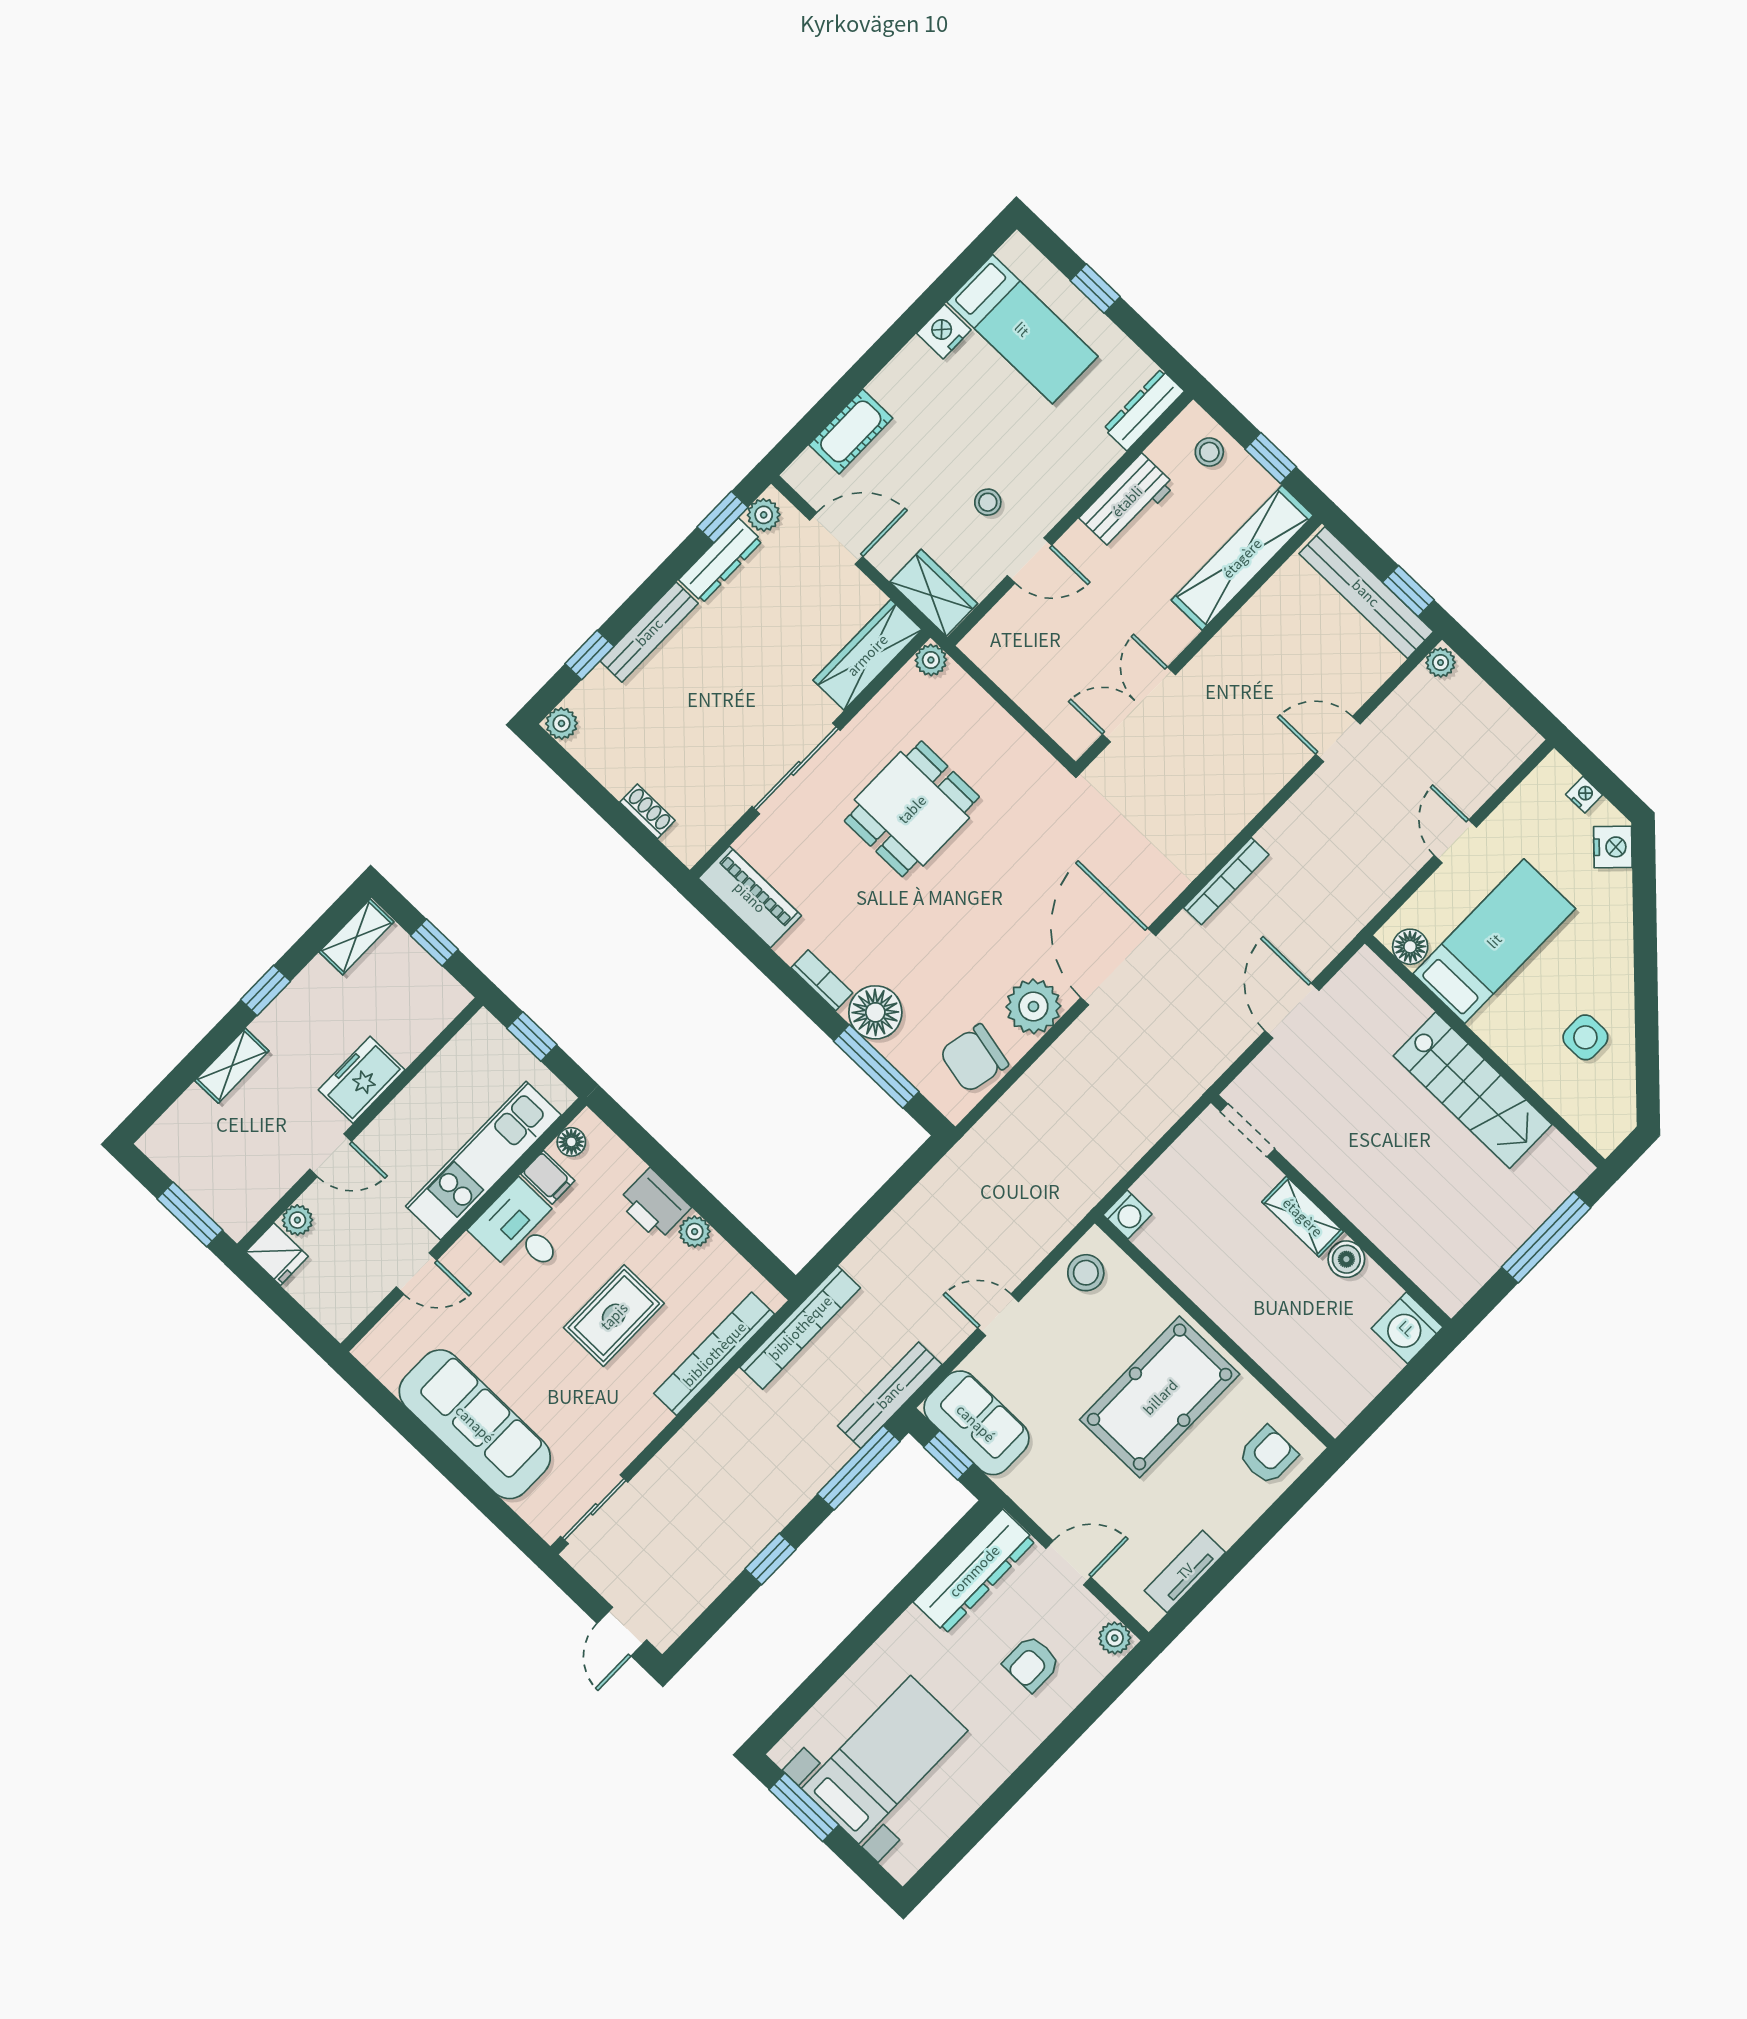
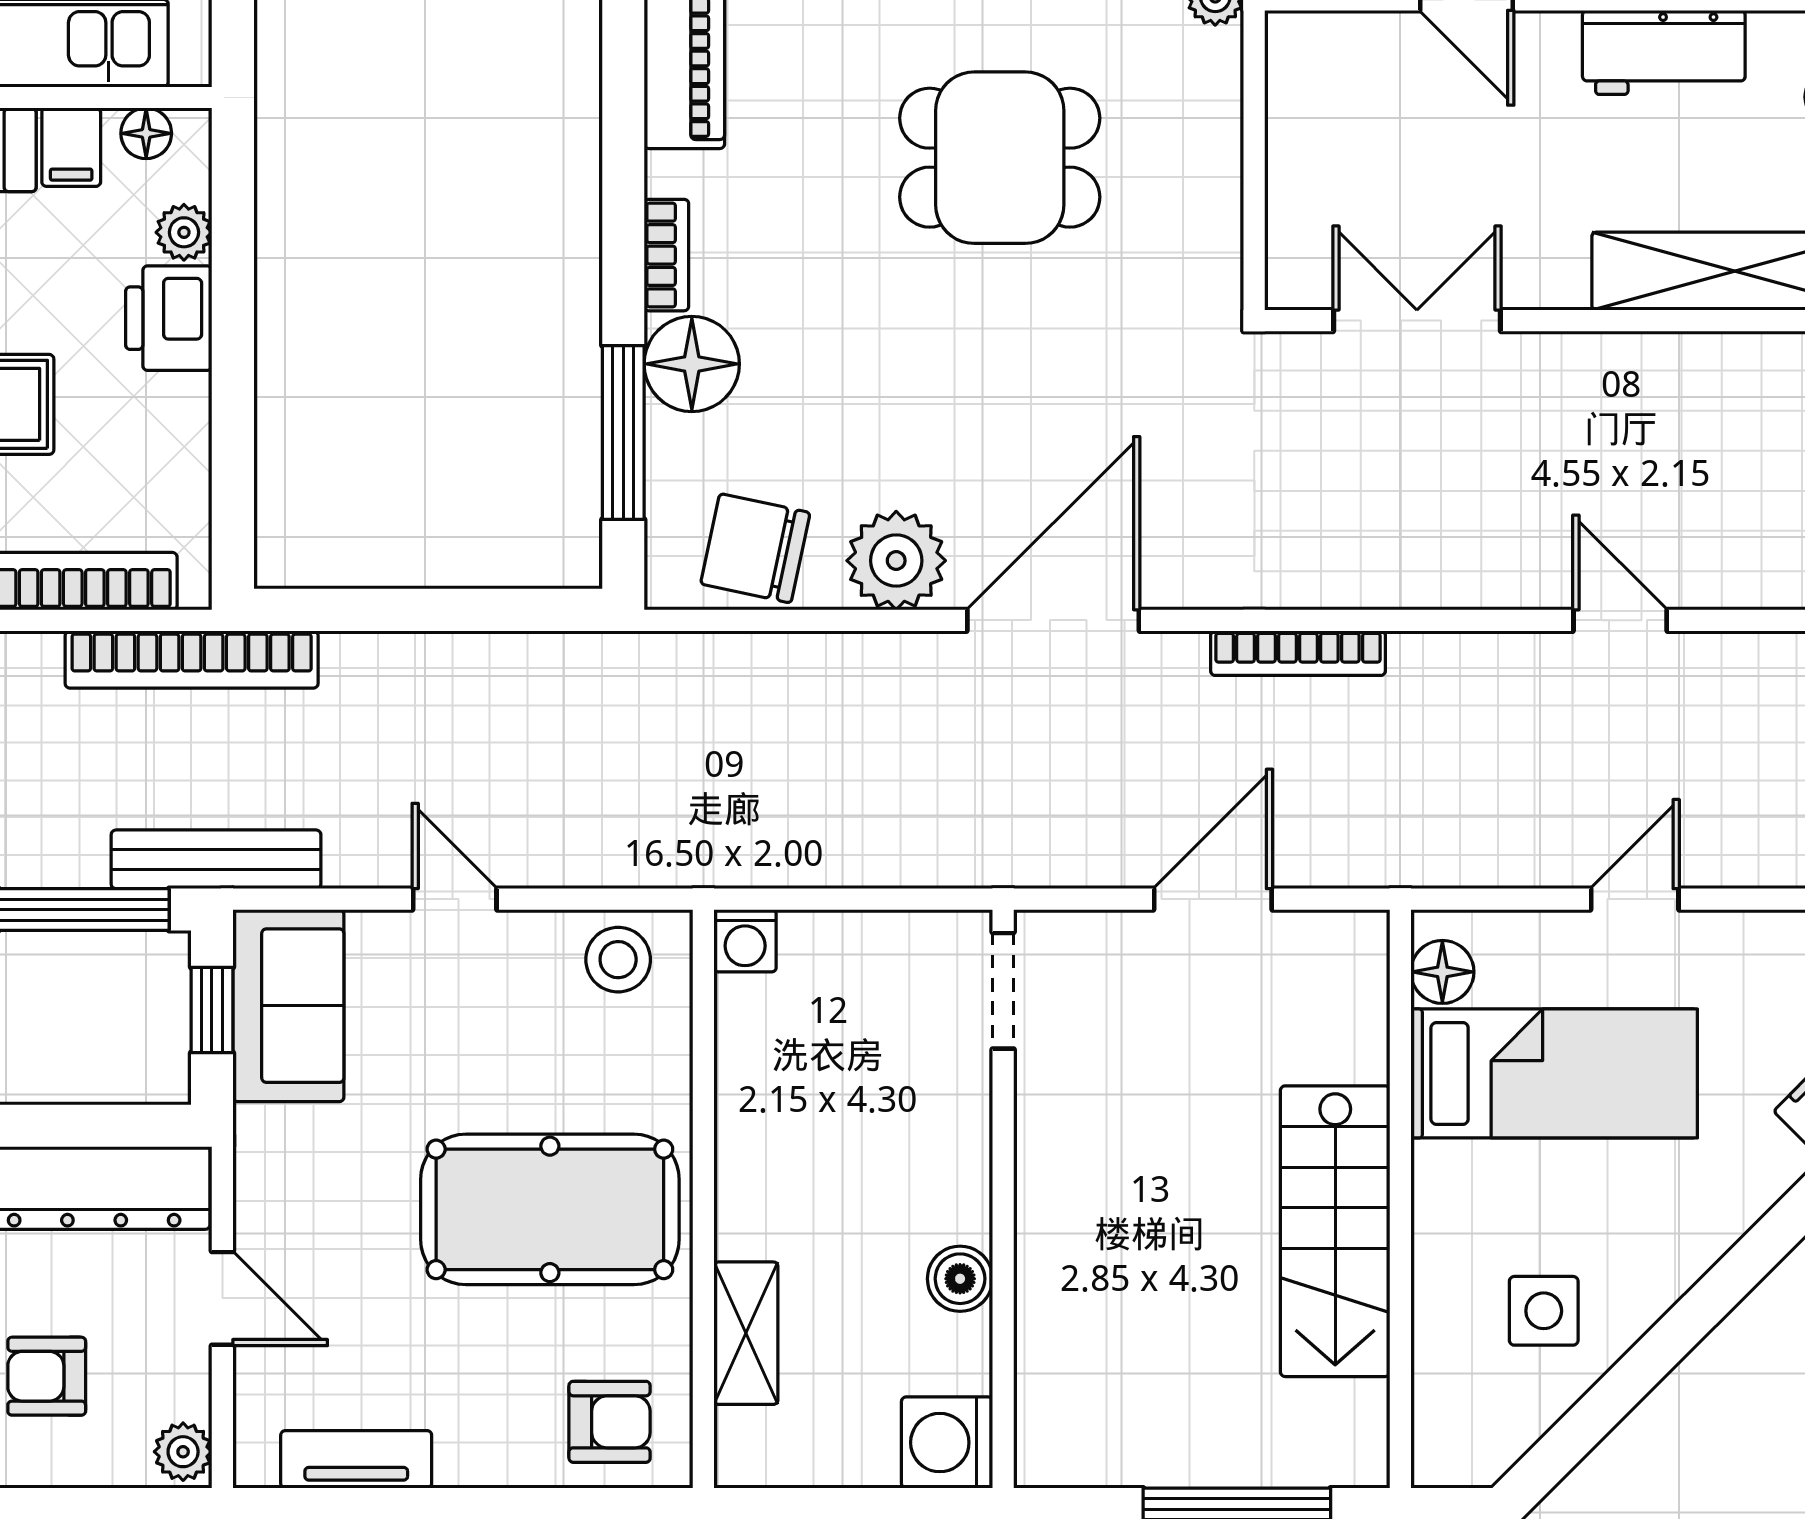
shelving: (1303, 1217) -> (746, 1333), moved
plant: (695, 1232) -> (184, 232), moved

